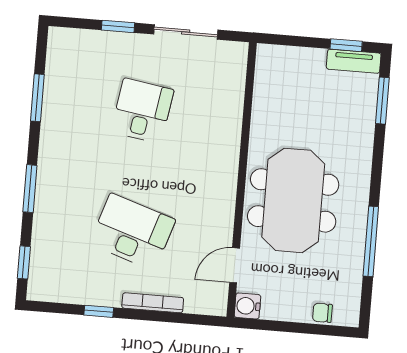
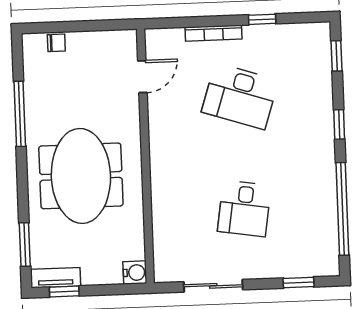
window: (118, 26) -> (299, 282), moved
window: (37, 98) -> (342, 209), width x2.11
window: (30, 189) -> (339, 124), width x0.67
meeting table: (293, 200) -> (81, 176), moved
water cooler: (247, 306) -> (135, 273), moved

